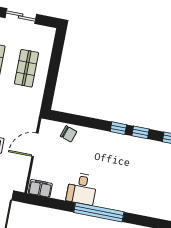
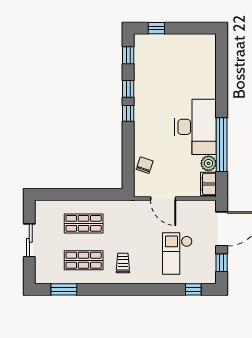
desk: (82, 189) -> (195, 127), width x1.87, depth x1.30
plant: (59, 192) -> (208, 163), added
window: (99, 212) -> (222, 145), moved

